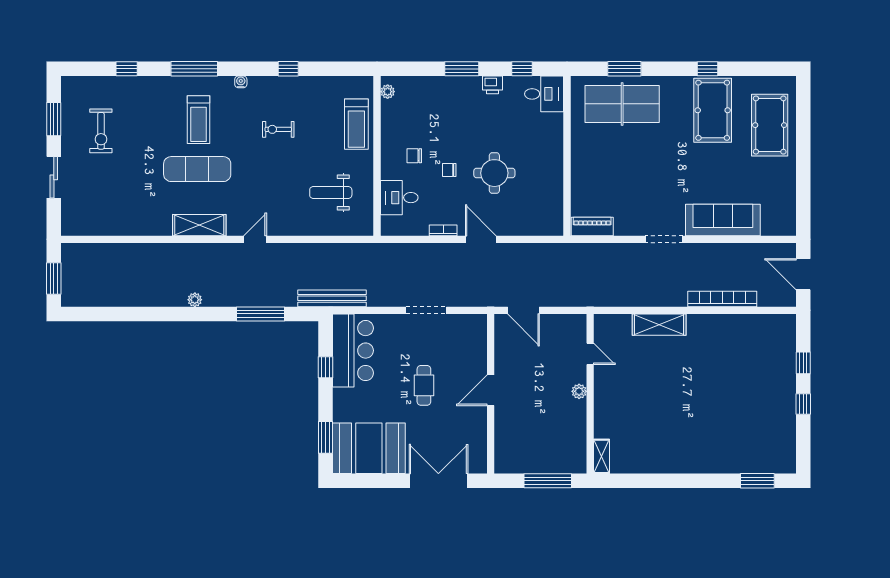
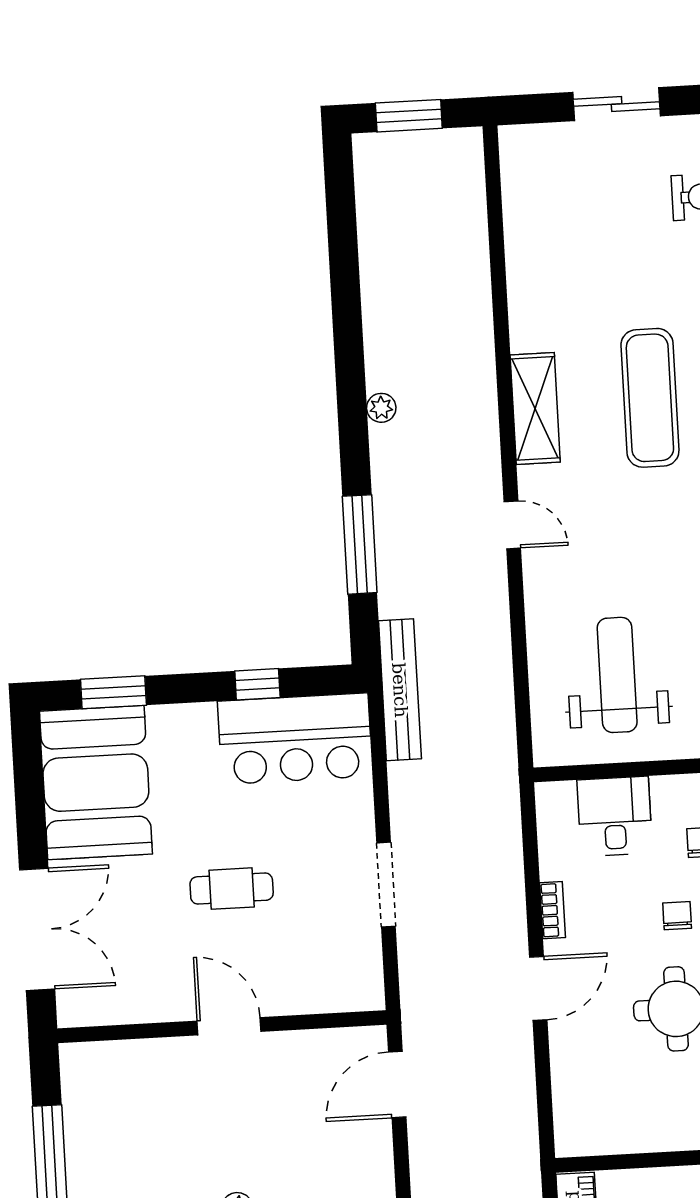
weight bench: (331, 193) -> (617, 675), width x1.36, depth x1.33

